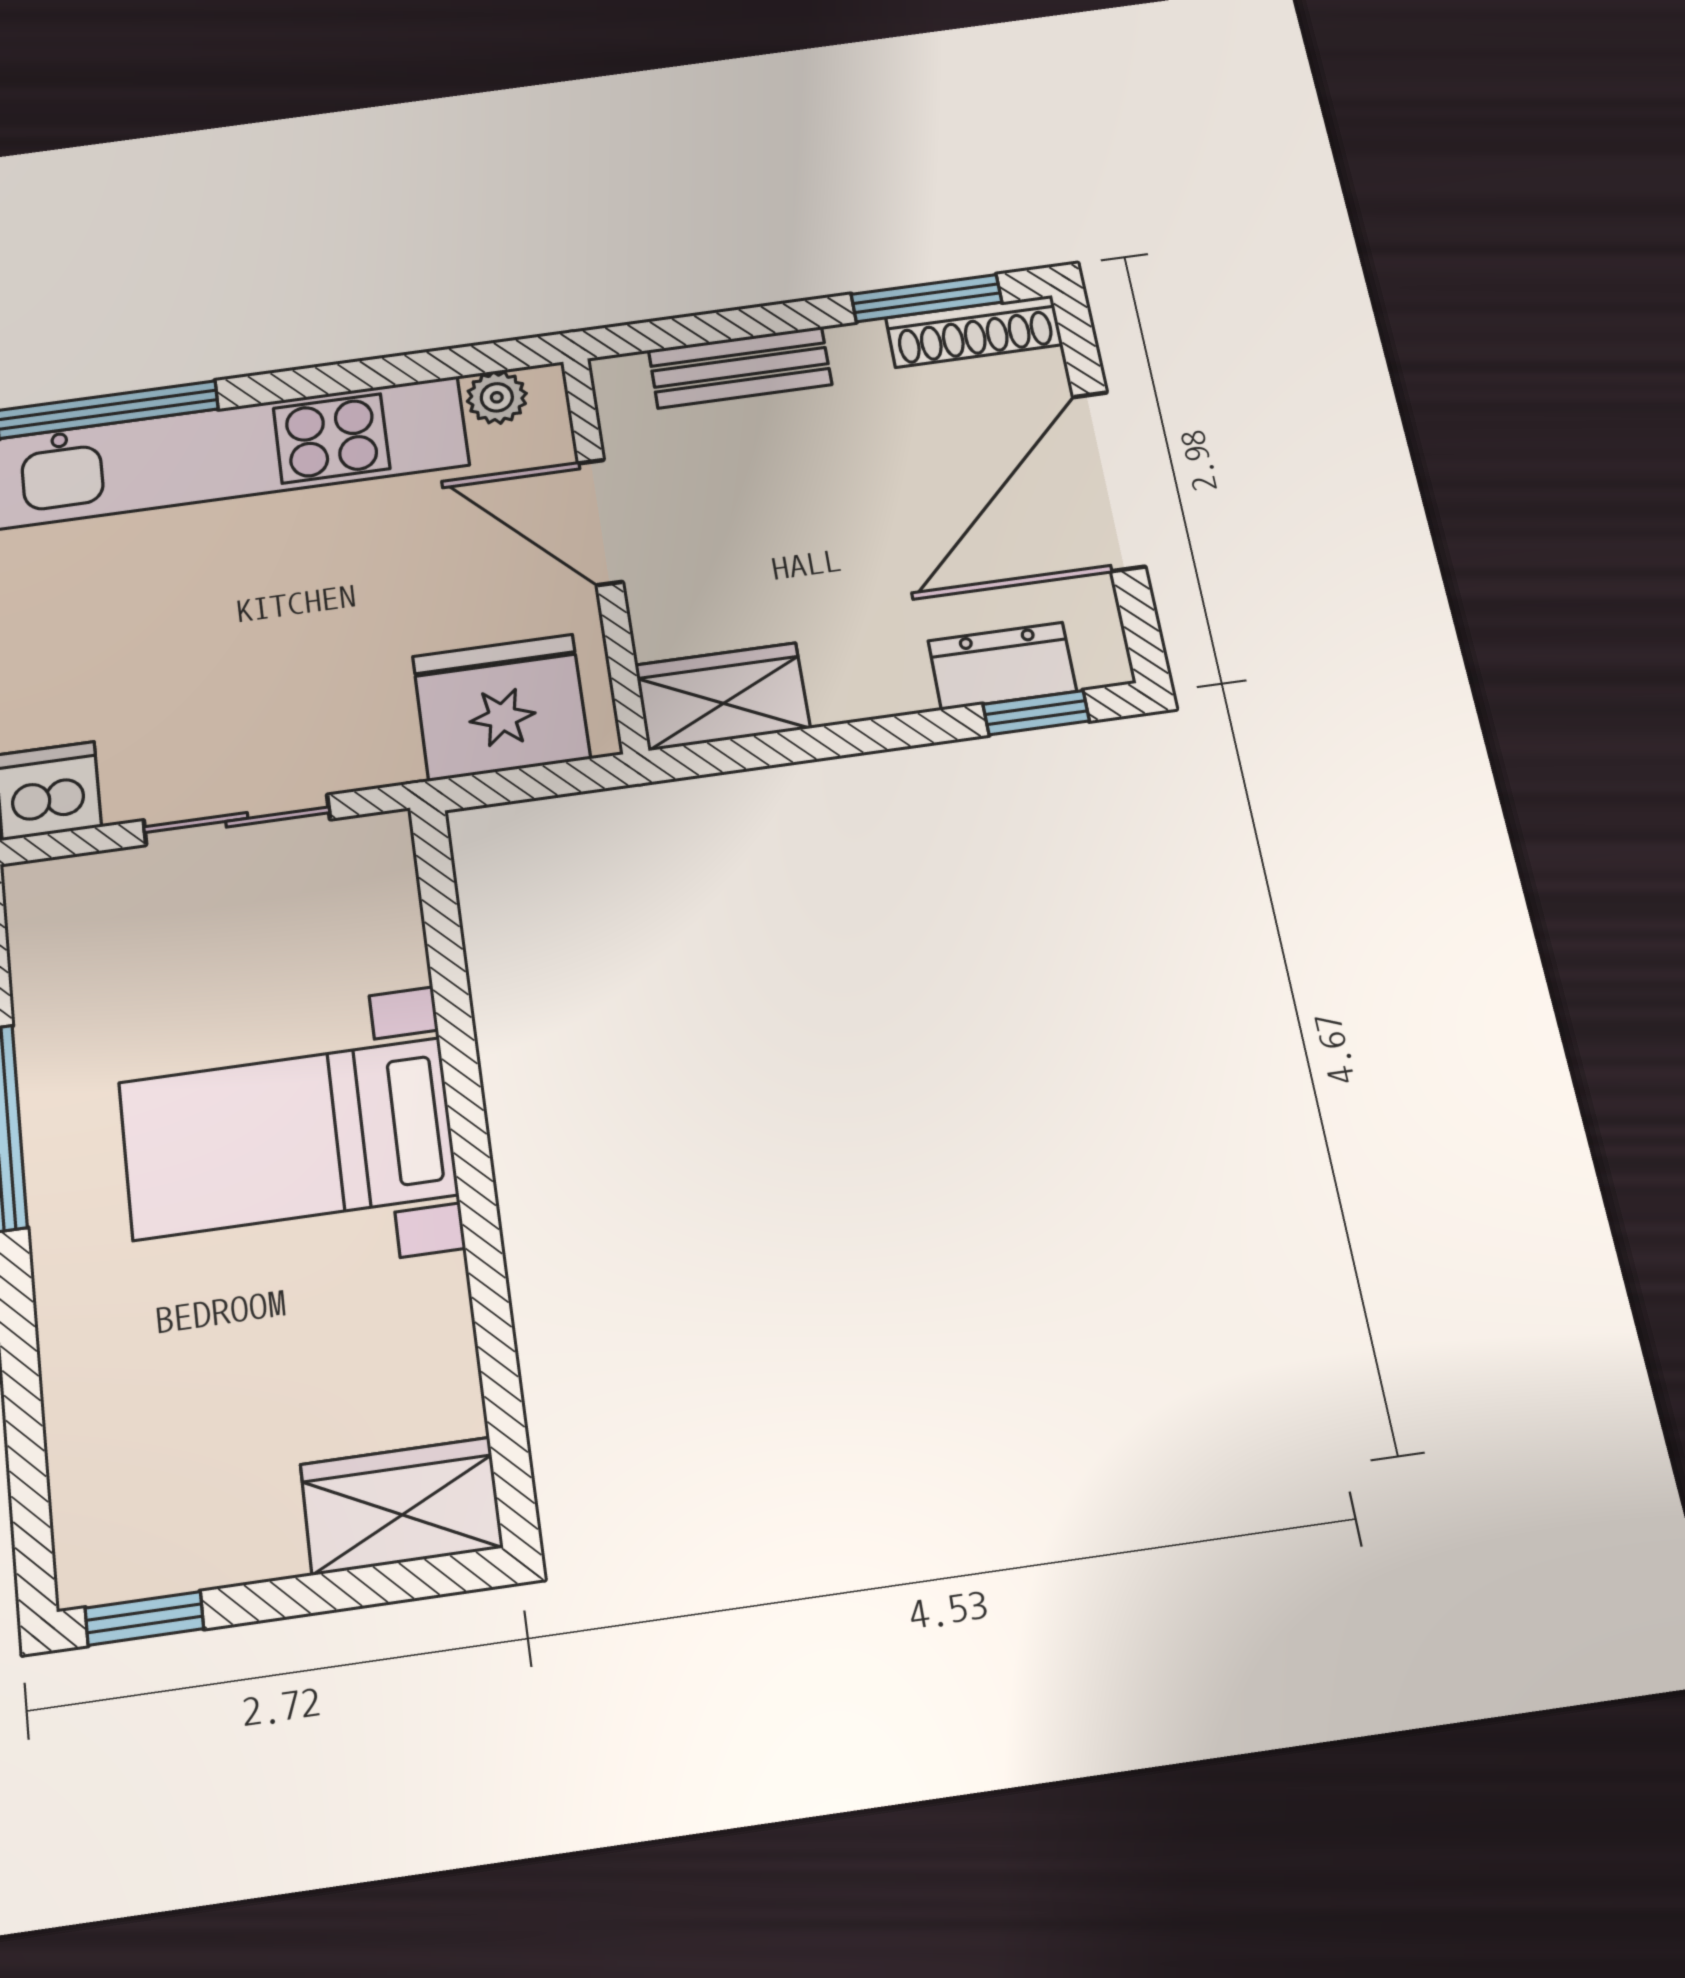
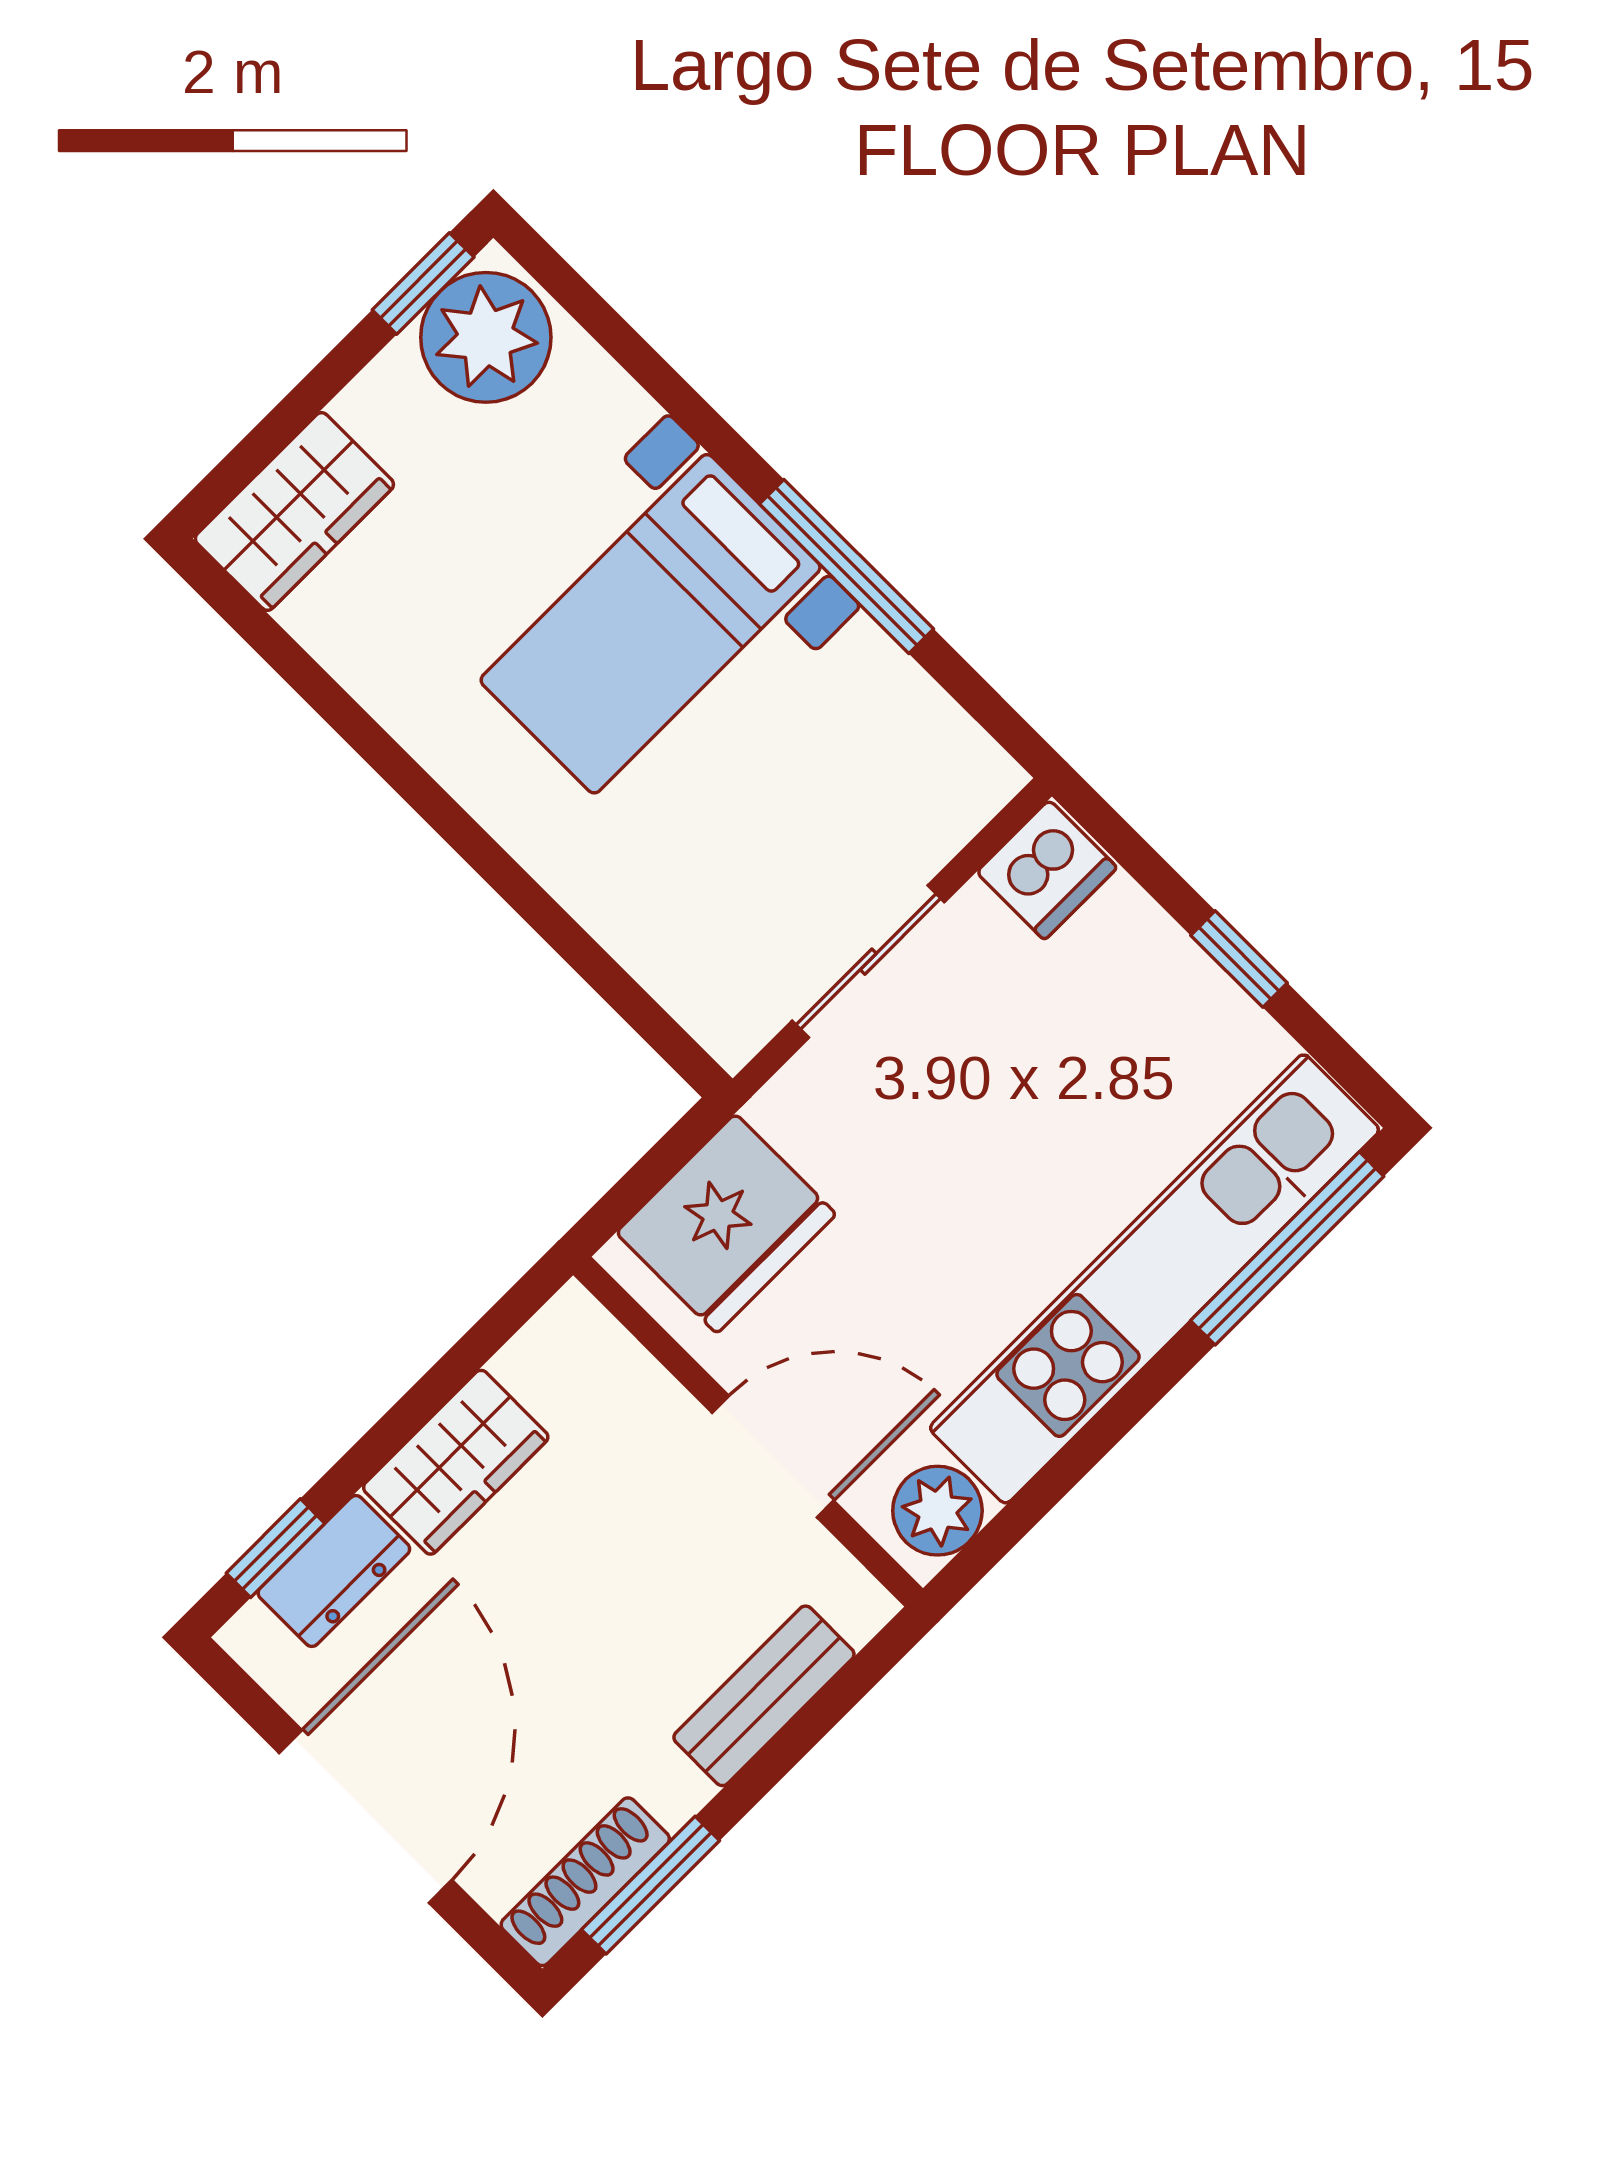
plant: (497, 397) -> (937, 1511), width x1.38, depth x1.38
wardrobe: (722, 697) -> (456, 1462), moved
bed with nightstands: (288, 1138) -> (651, 624), moved, turned 180
plant: (130, 1532) -> (486, 337), added

